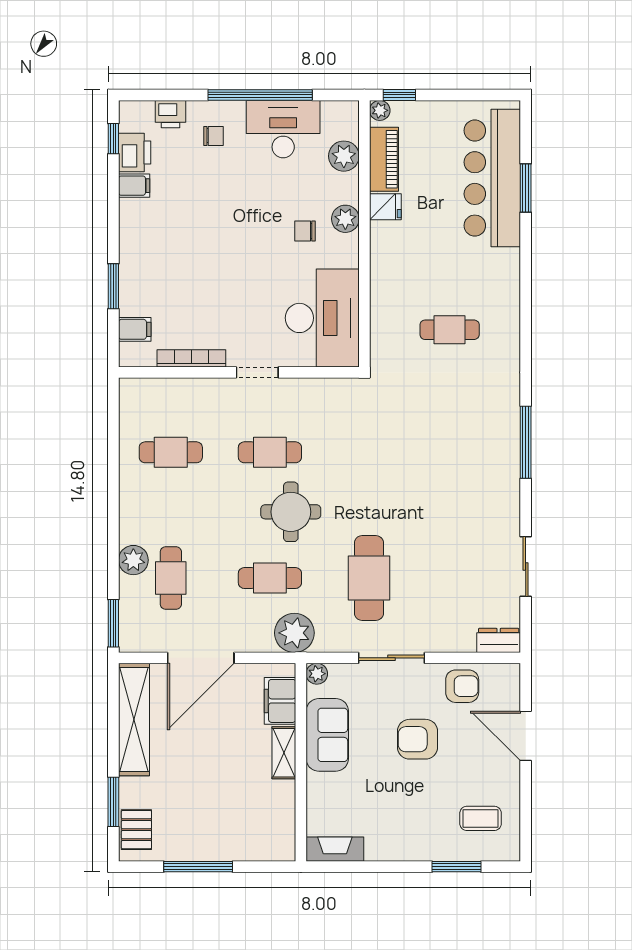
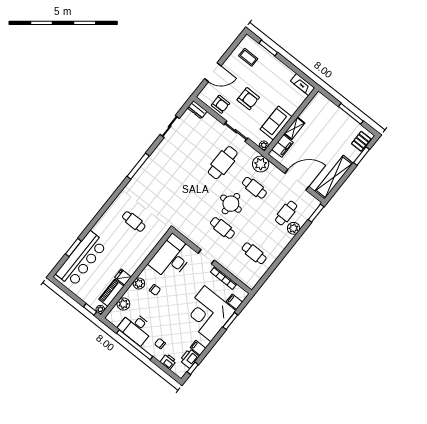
corner desk: (168, 266) -> (208, 314), added
armchair: (462, 686) -> (220, 104), turned 180
door: (526, 736) -> (213, 72), hinge flipped

